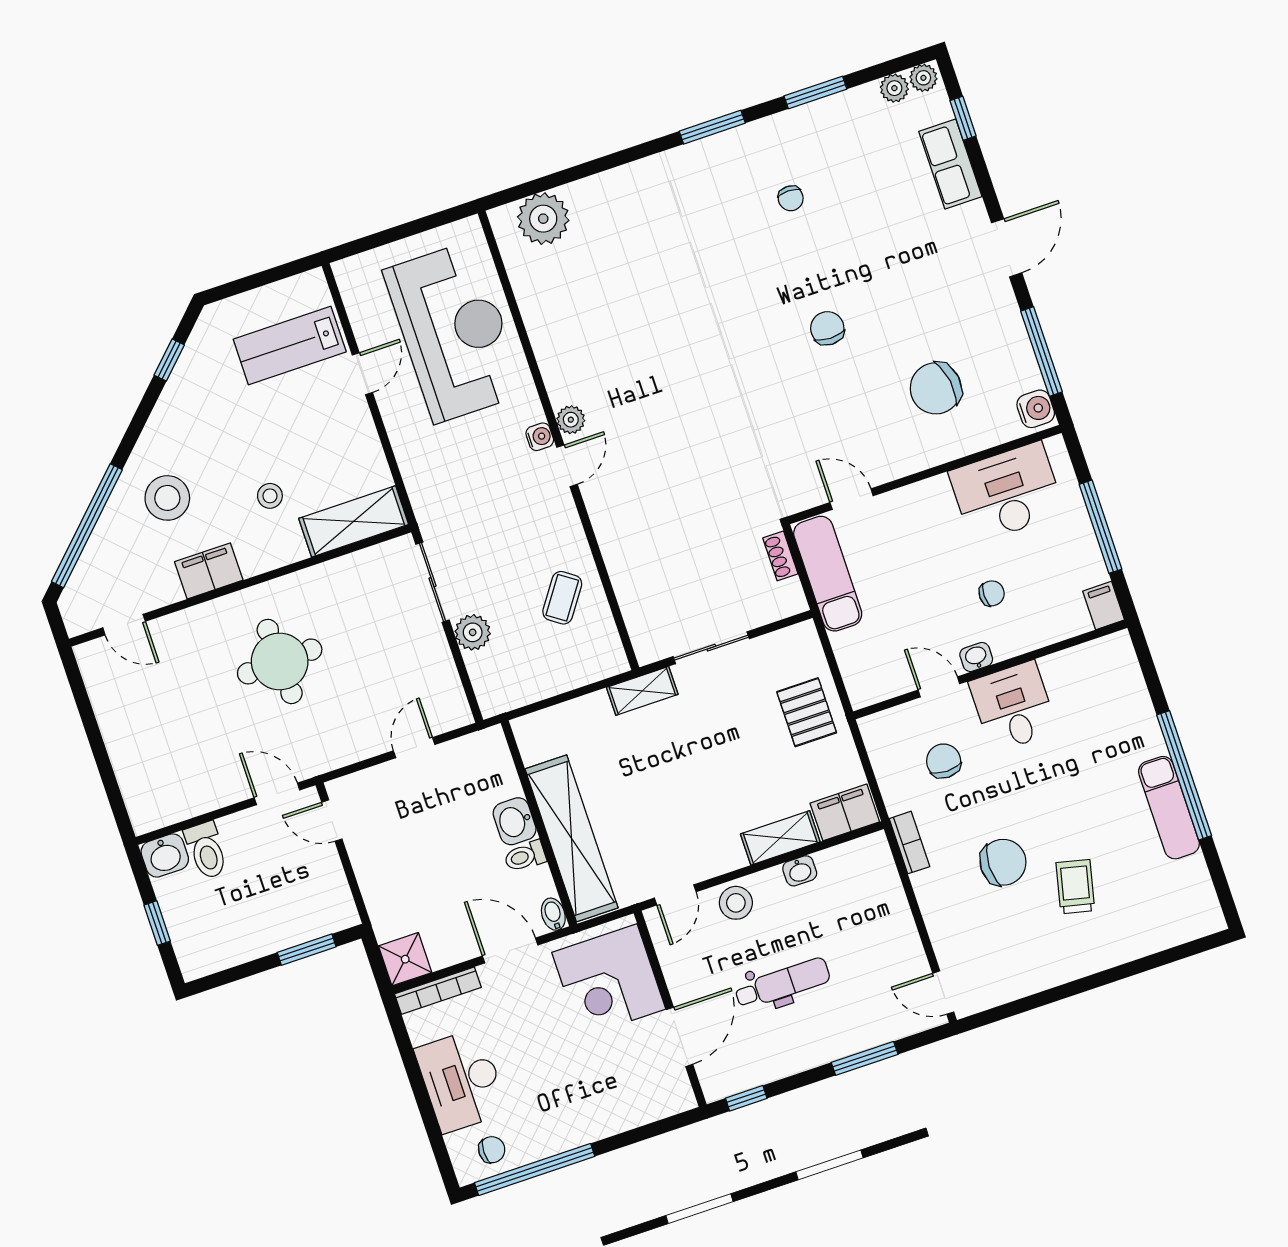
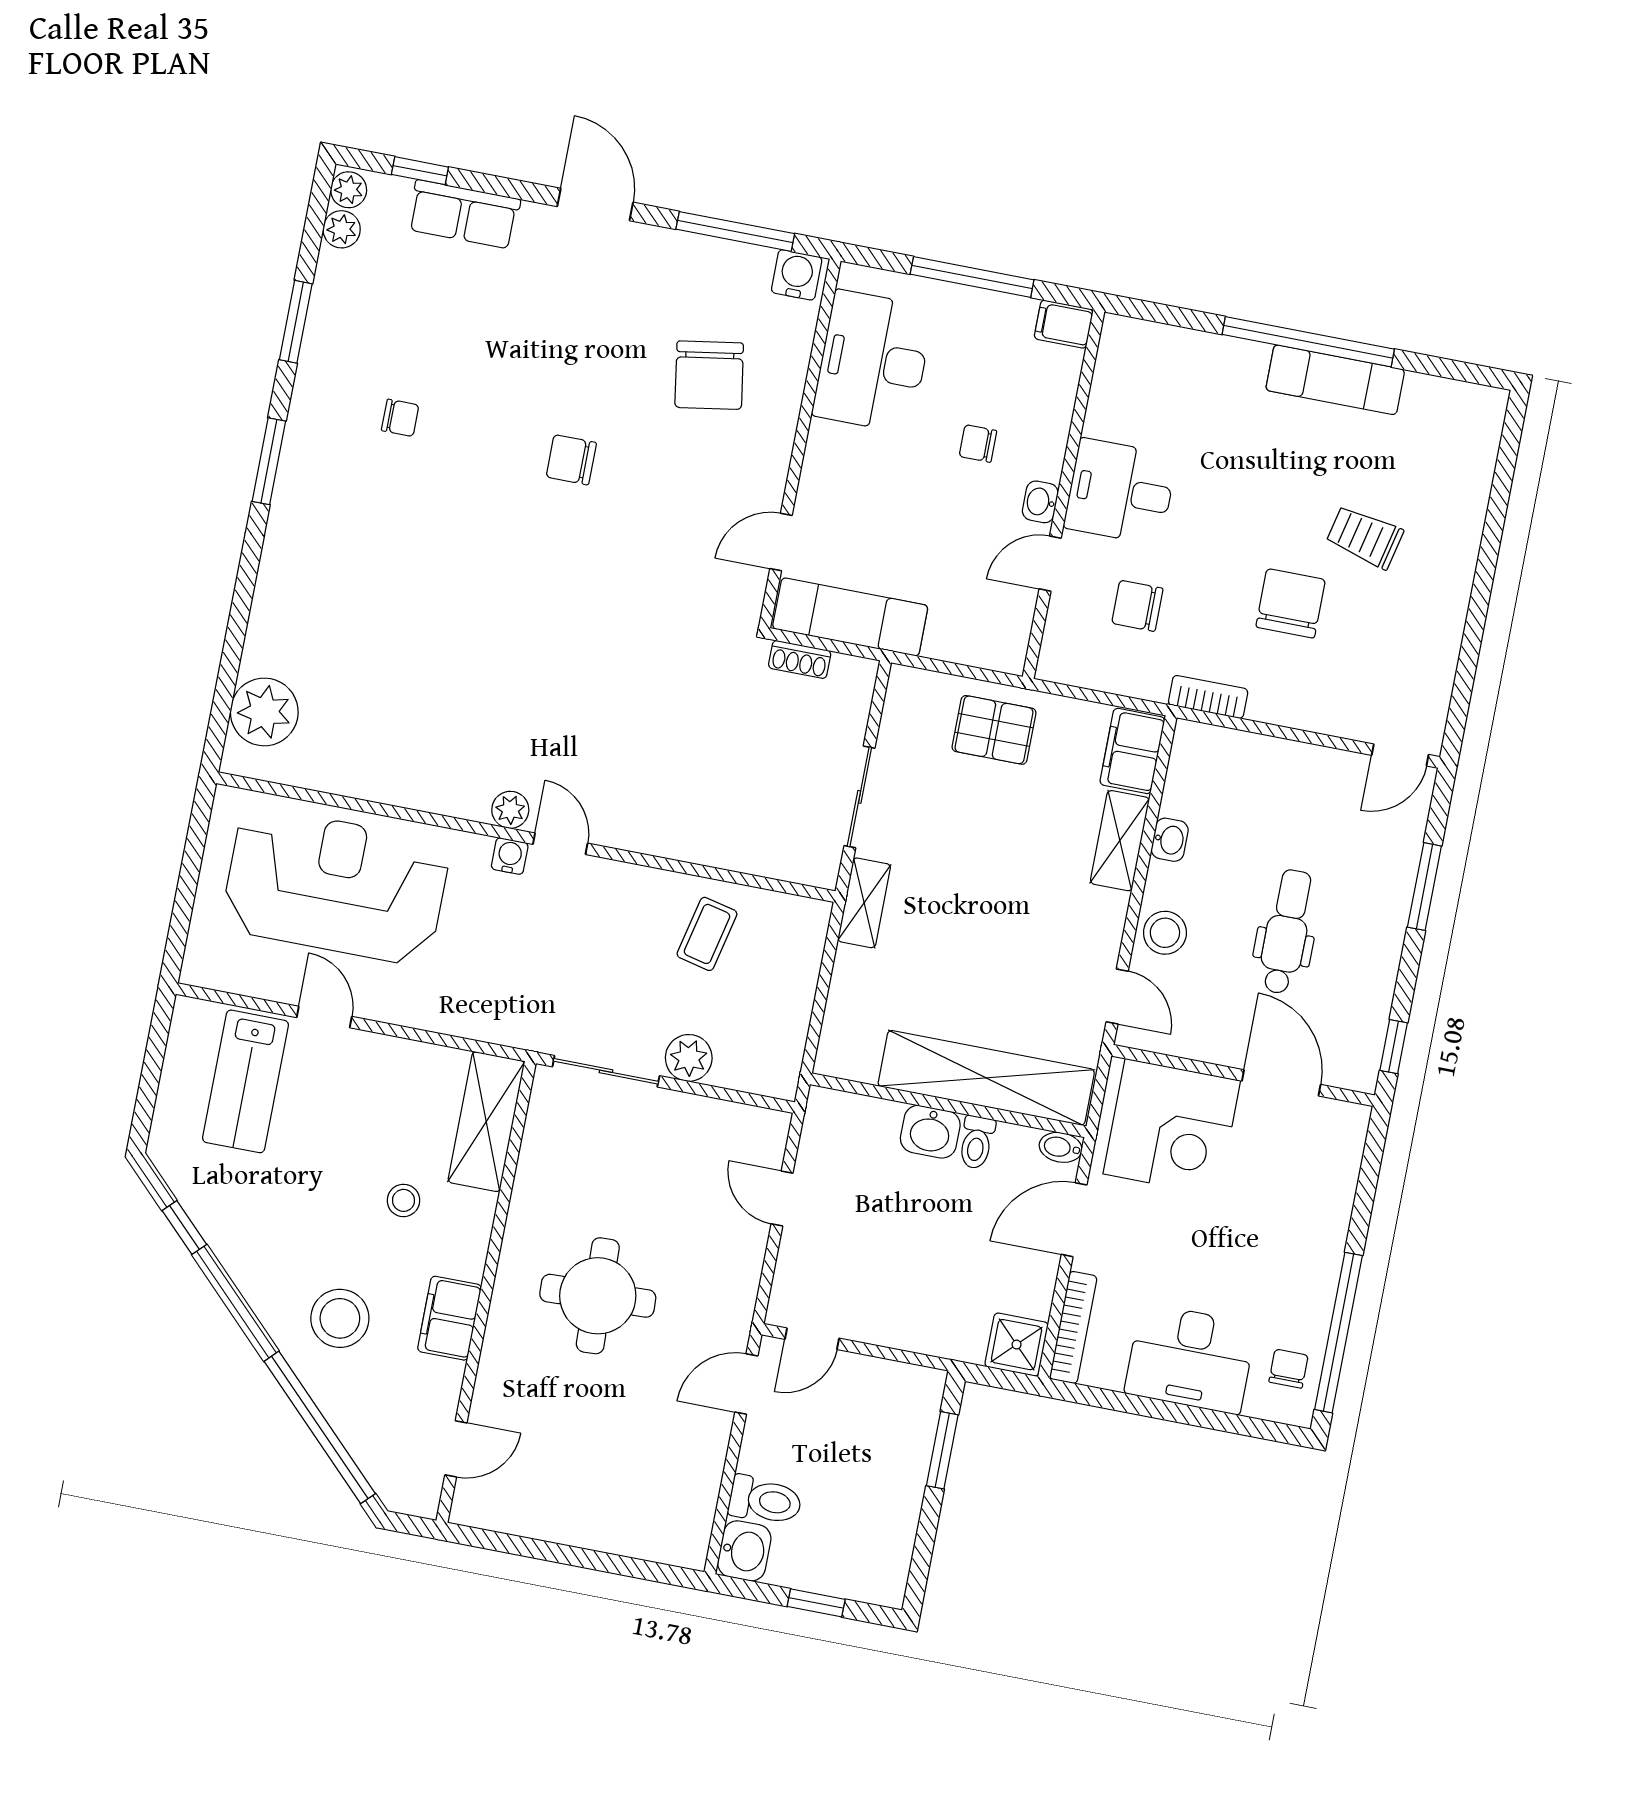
chair: (992, 593) -> (978, 443), turned -90
coffee table: (562, 598) -> (707, 934), turned 68

